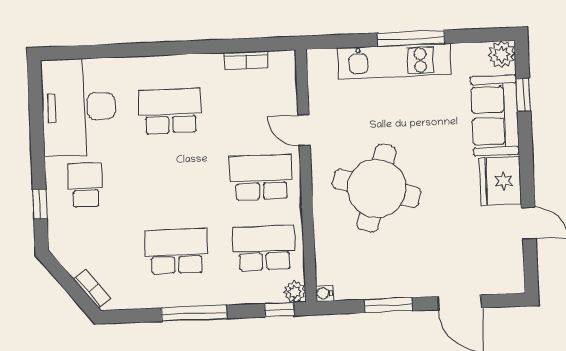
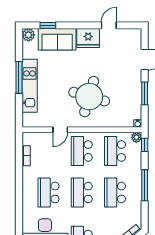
school desk: (173, 181) -> (82, 193), added

